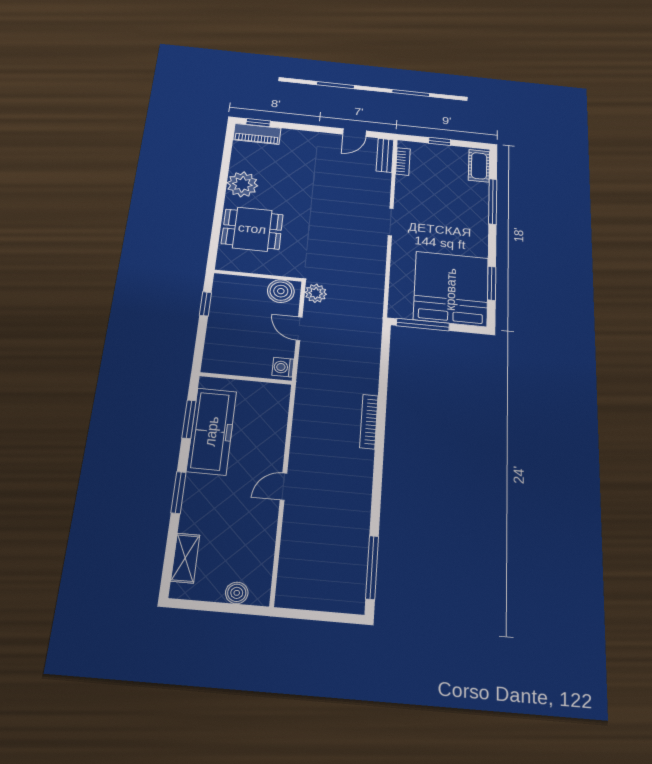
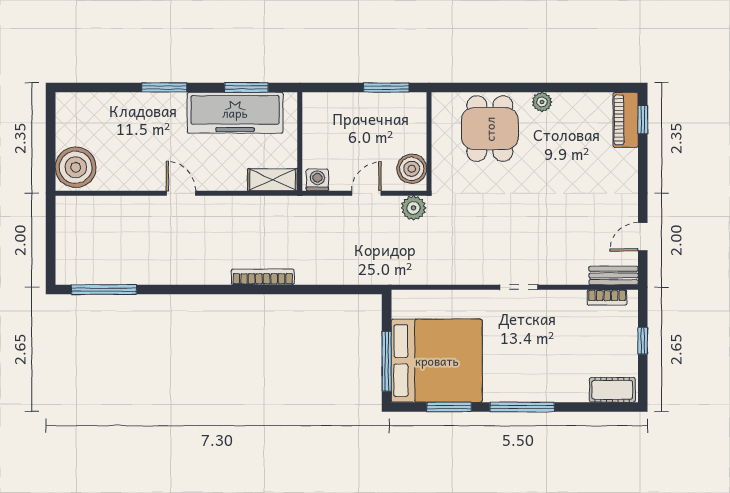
door: (355, 133) -> (643, 237), hinge flipped
plant: (242, 184) -> (542, 102), width x0.53, depth x0.53
window: (493, 201) -> (522, 407), moved
window: (205, 304) -> (386, 87), width x1.50
window: (423, 325) -> (387, 361), moved
shelving: (185, 558) -> (273, 180), moved
boiler: (237, 593) -> (76, 167), width x1.86, depth x1.86

